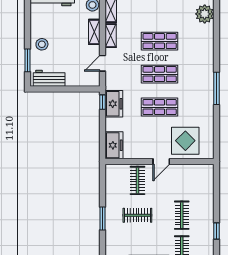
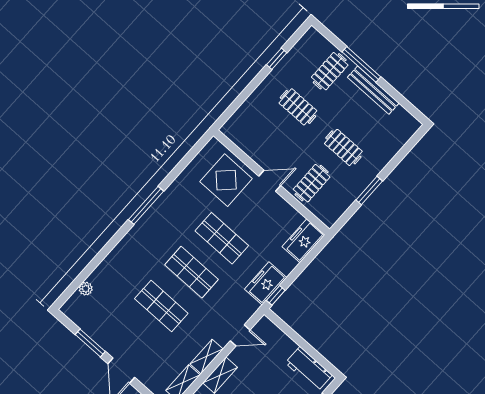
plant: (205, 14) -> (86, 289), width x0.53, depth x0.53
clothes rail: (182, 215) -> (298, 107), turned 90
window: (103, 219) -> (369, 190), moved

